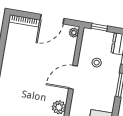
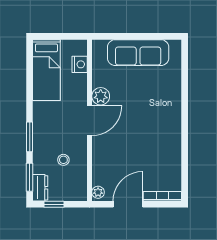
window: (99, 27) -> (54, 204), moved
door: (73, 77) -> (89, 121), moved

